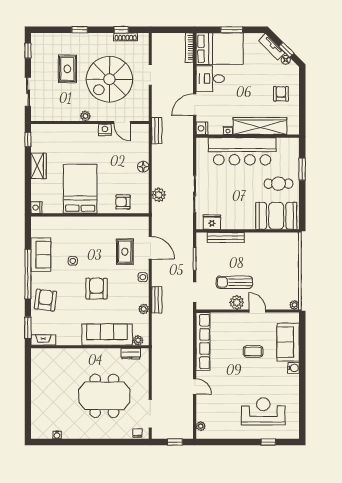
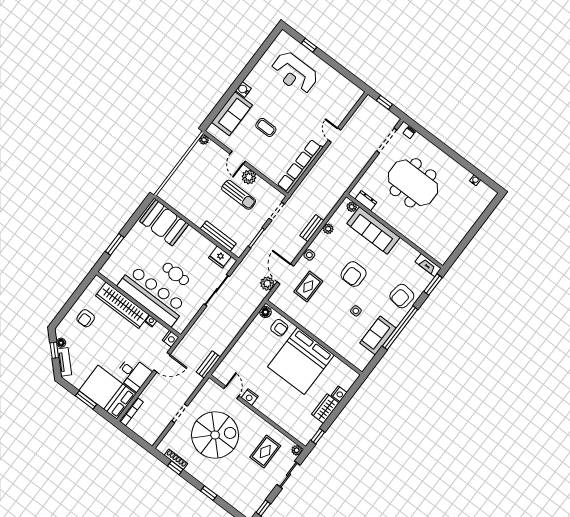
rug: (67, 69) -> (265, 451), moved
plant: (85, 116) -> (297, 450), moved
floor lamp: (143, 167) -> (265, 312), moved
cafe table: (278, 184) -> (176, 274), moved
bed: (80, 189) -> (301, 361), width x1.36
plant: (159, 195) -> (267, 284), moved
nightstand: (36, 208) -> (339, 394), moved
plant: (201, 426) -> (354, 99), removed

